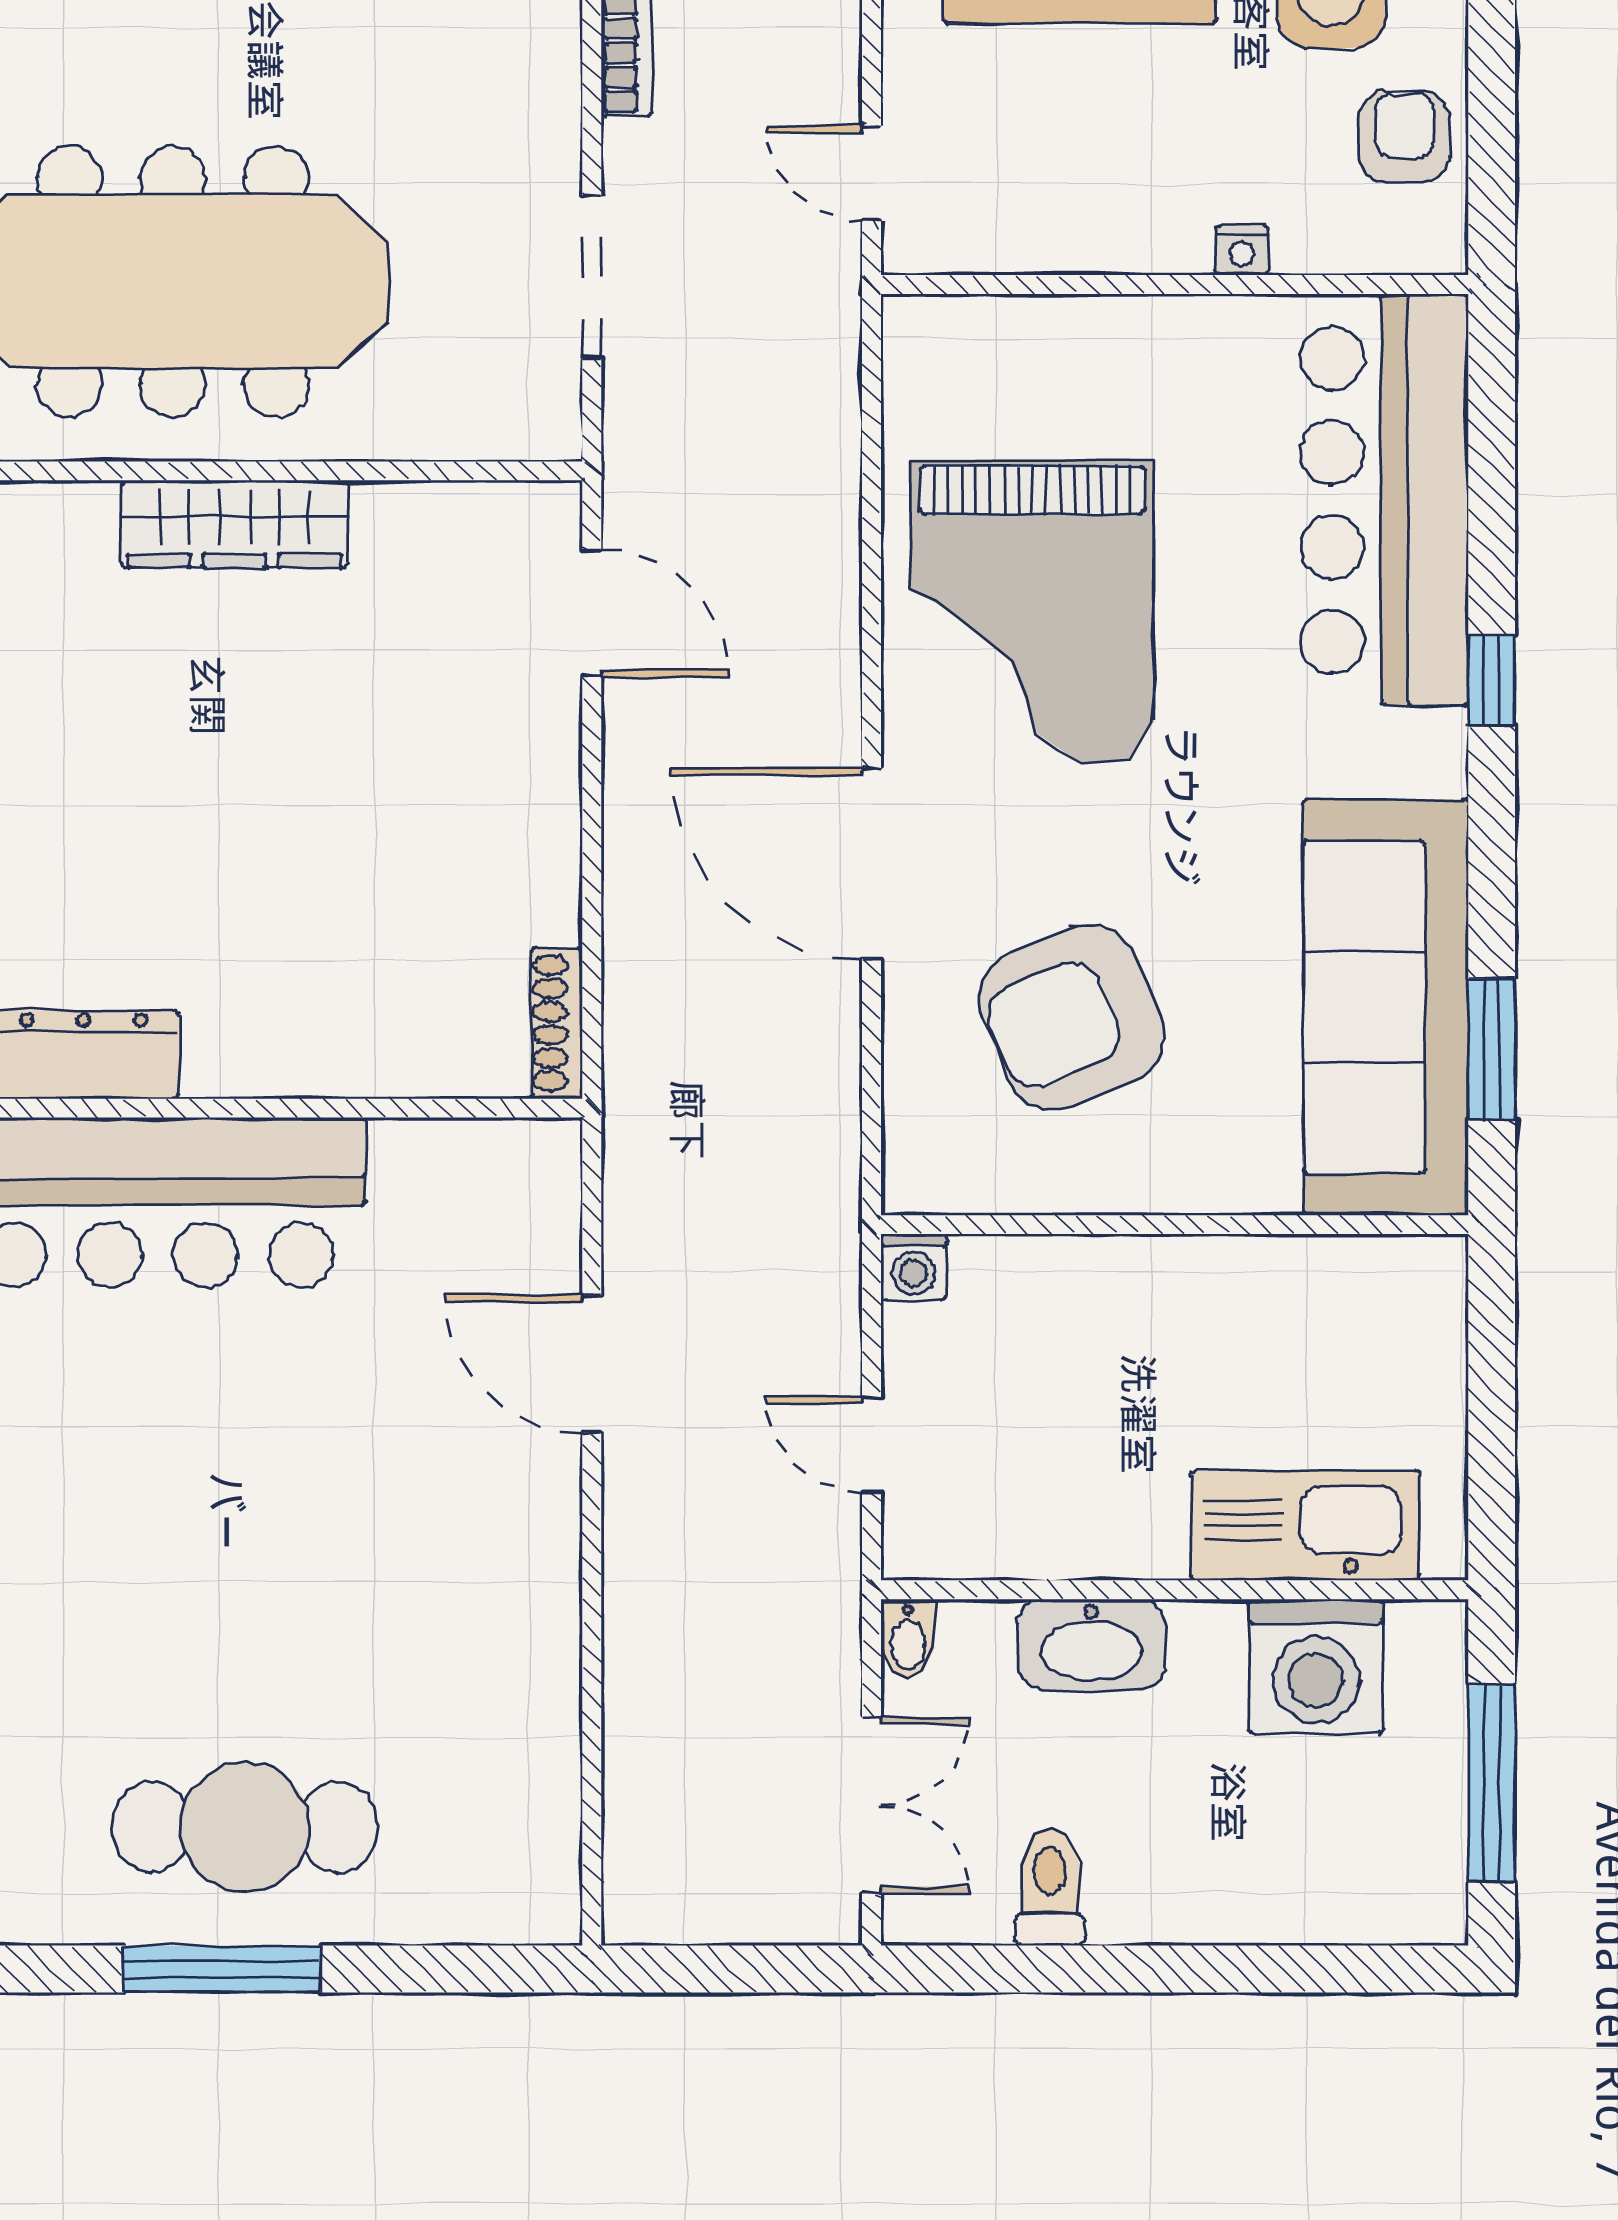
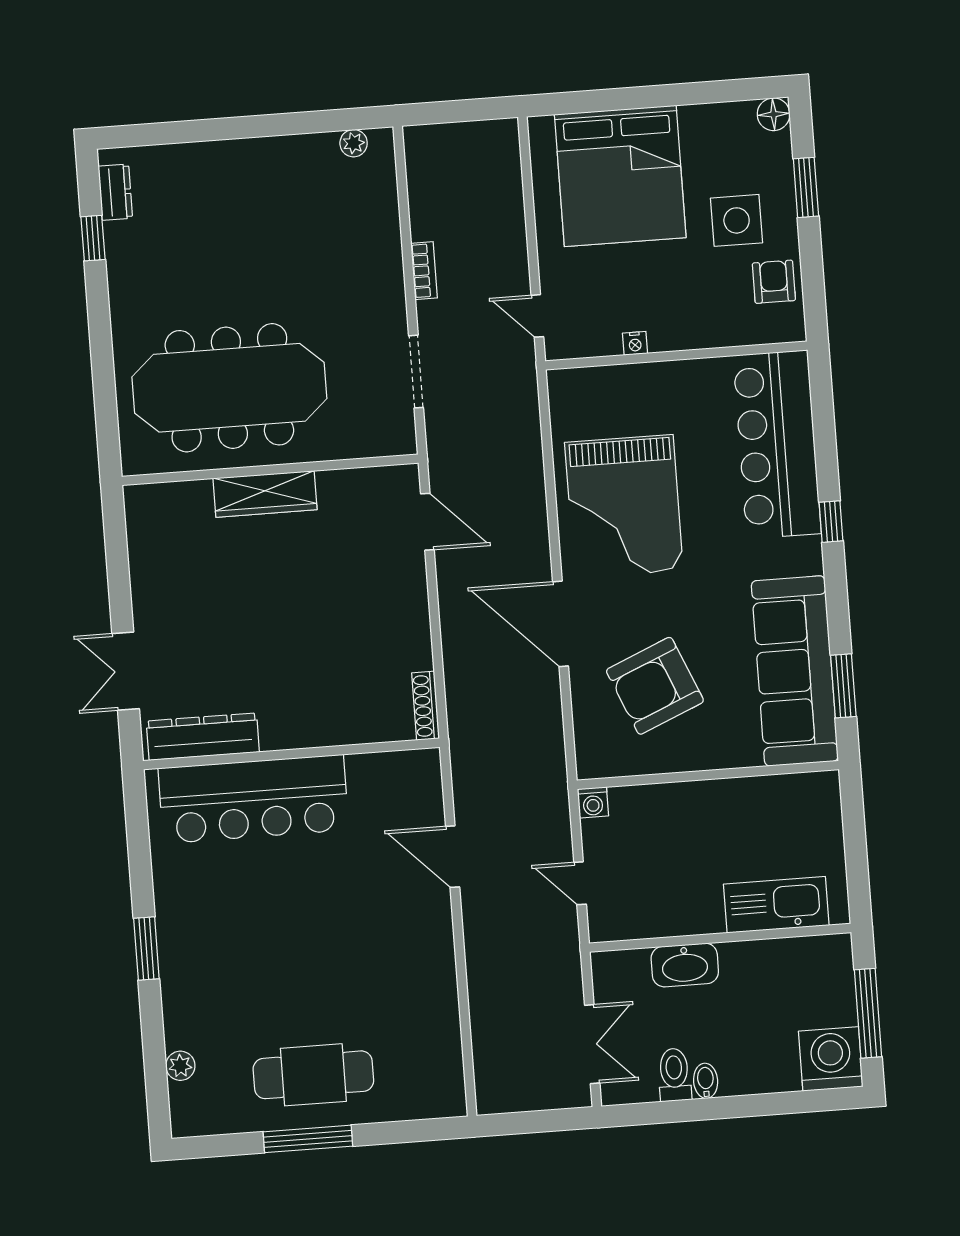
nightstand: (1242, 250) -> (635, 343), moved
bidet: (908, 1639) -> (706, 1081), moved, turned 180
washing machine: (1316, 1666) -> (831, 1059), moved, turned 180

